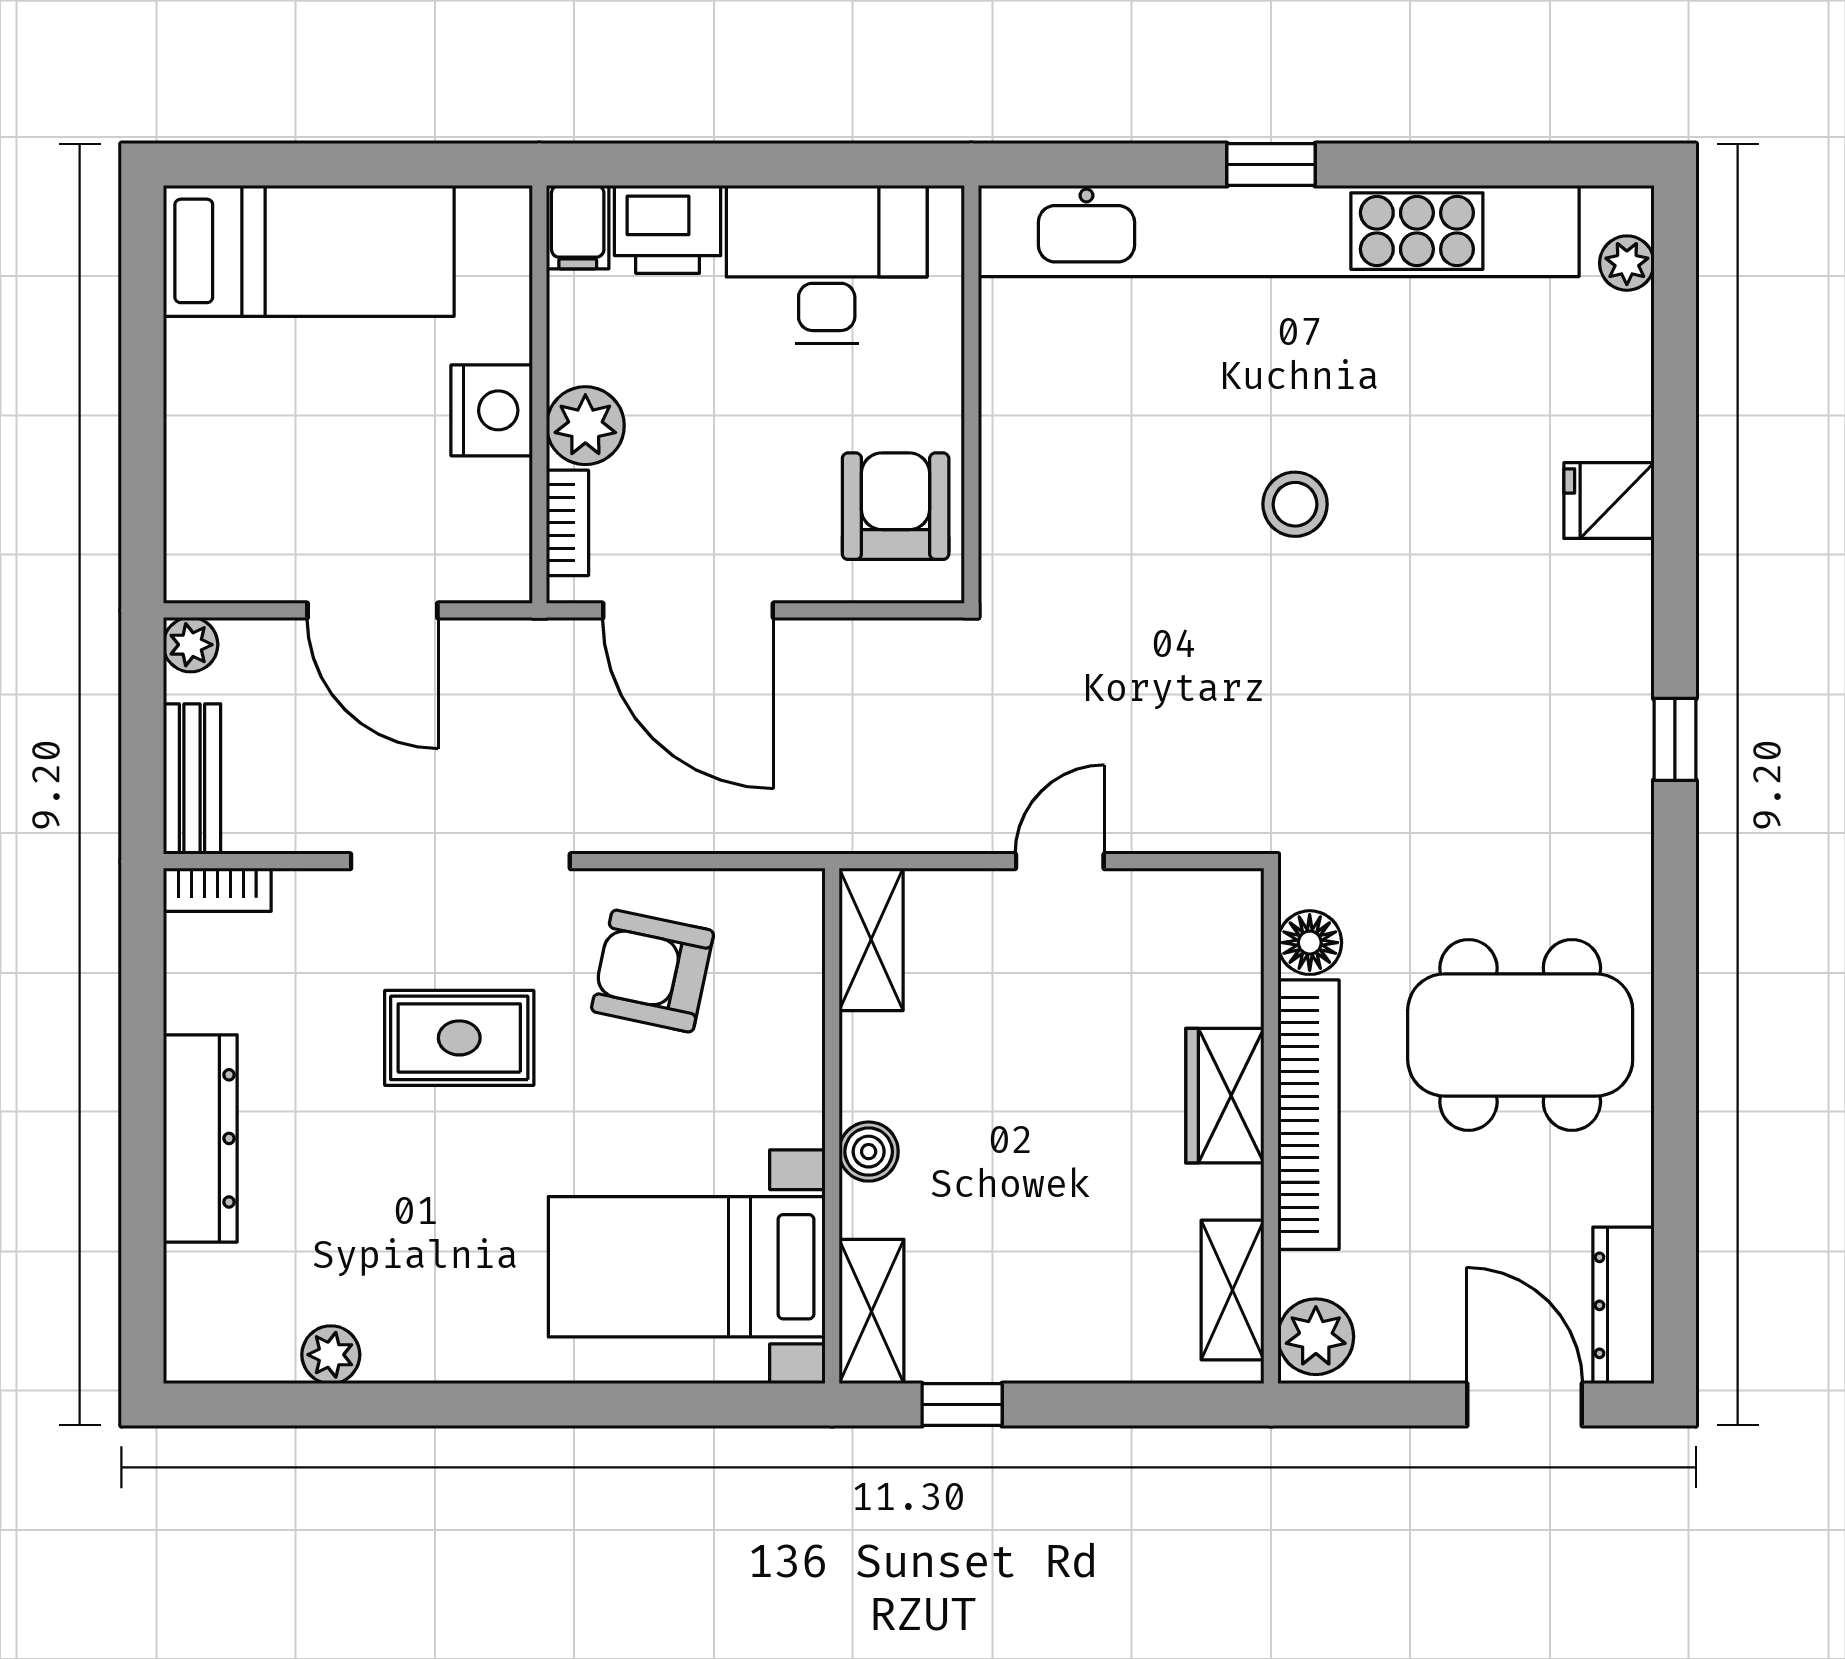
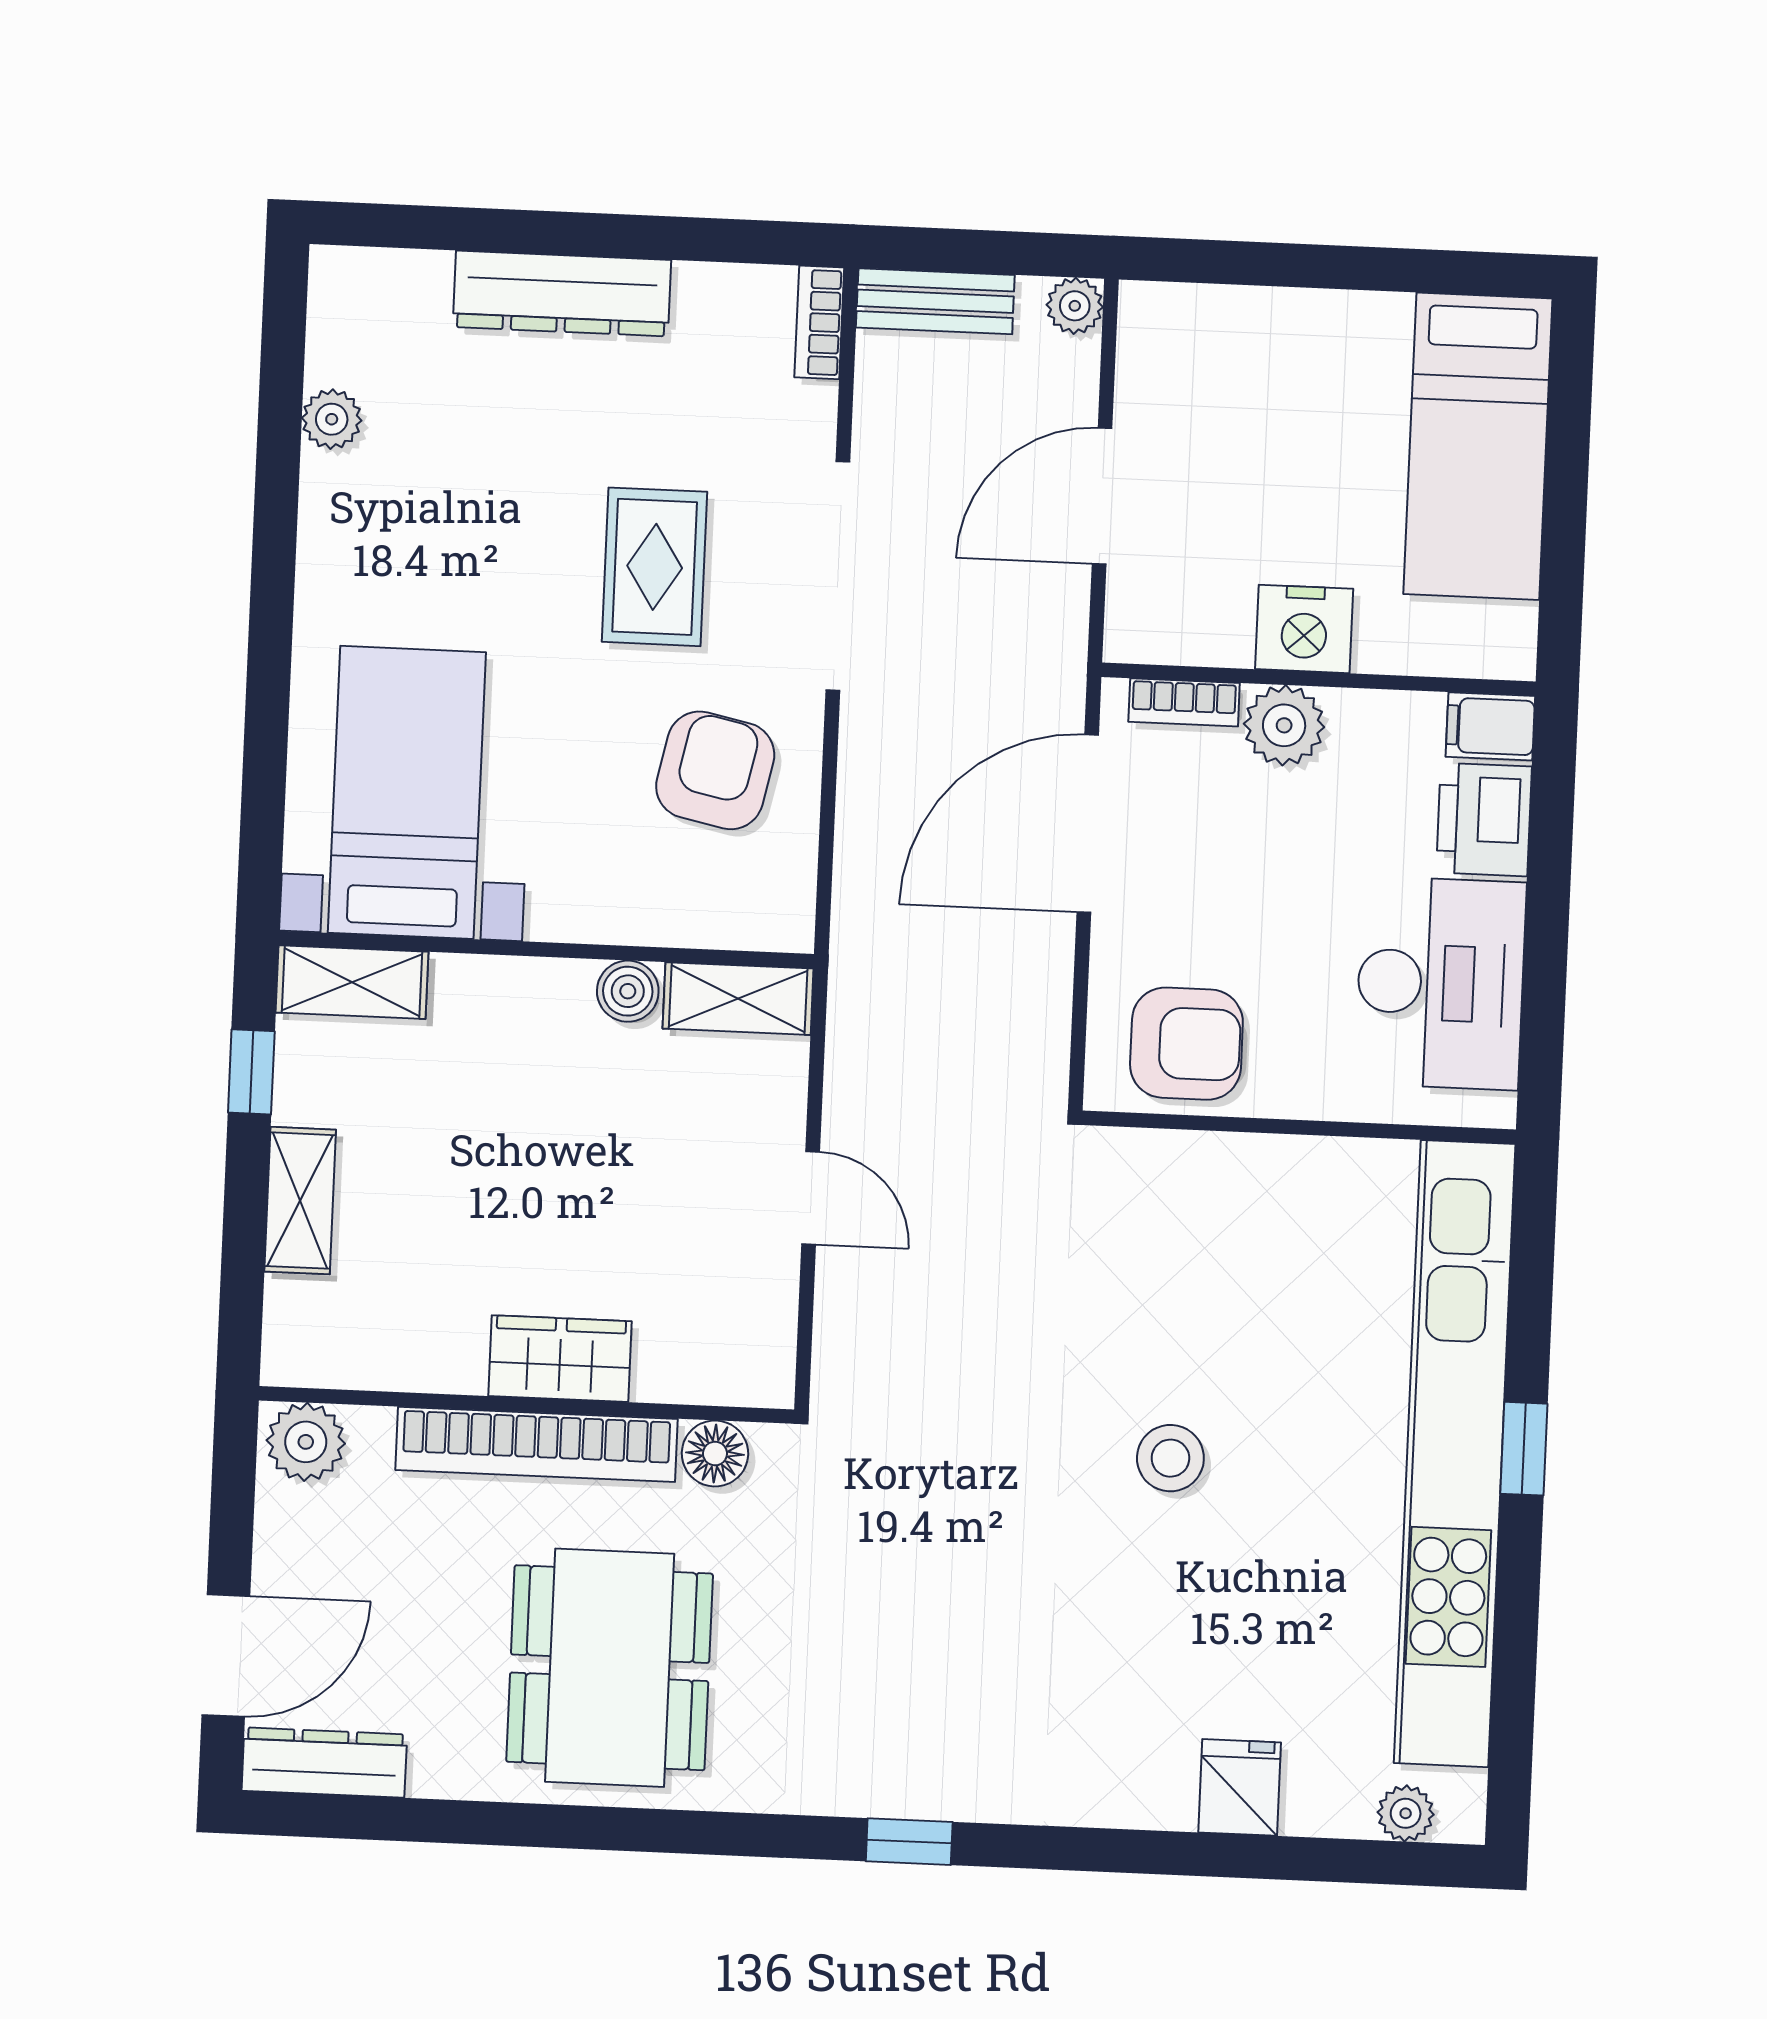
fridge: (1609, 501) -> (1240, 1787), moved
boiler: (869, 1152) -> (628, 991), moved
shelving: (1233, 1290) -> (300, 1201), moved, turned 90

